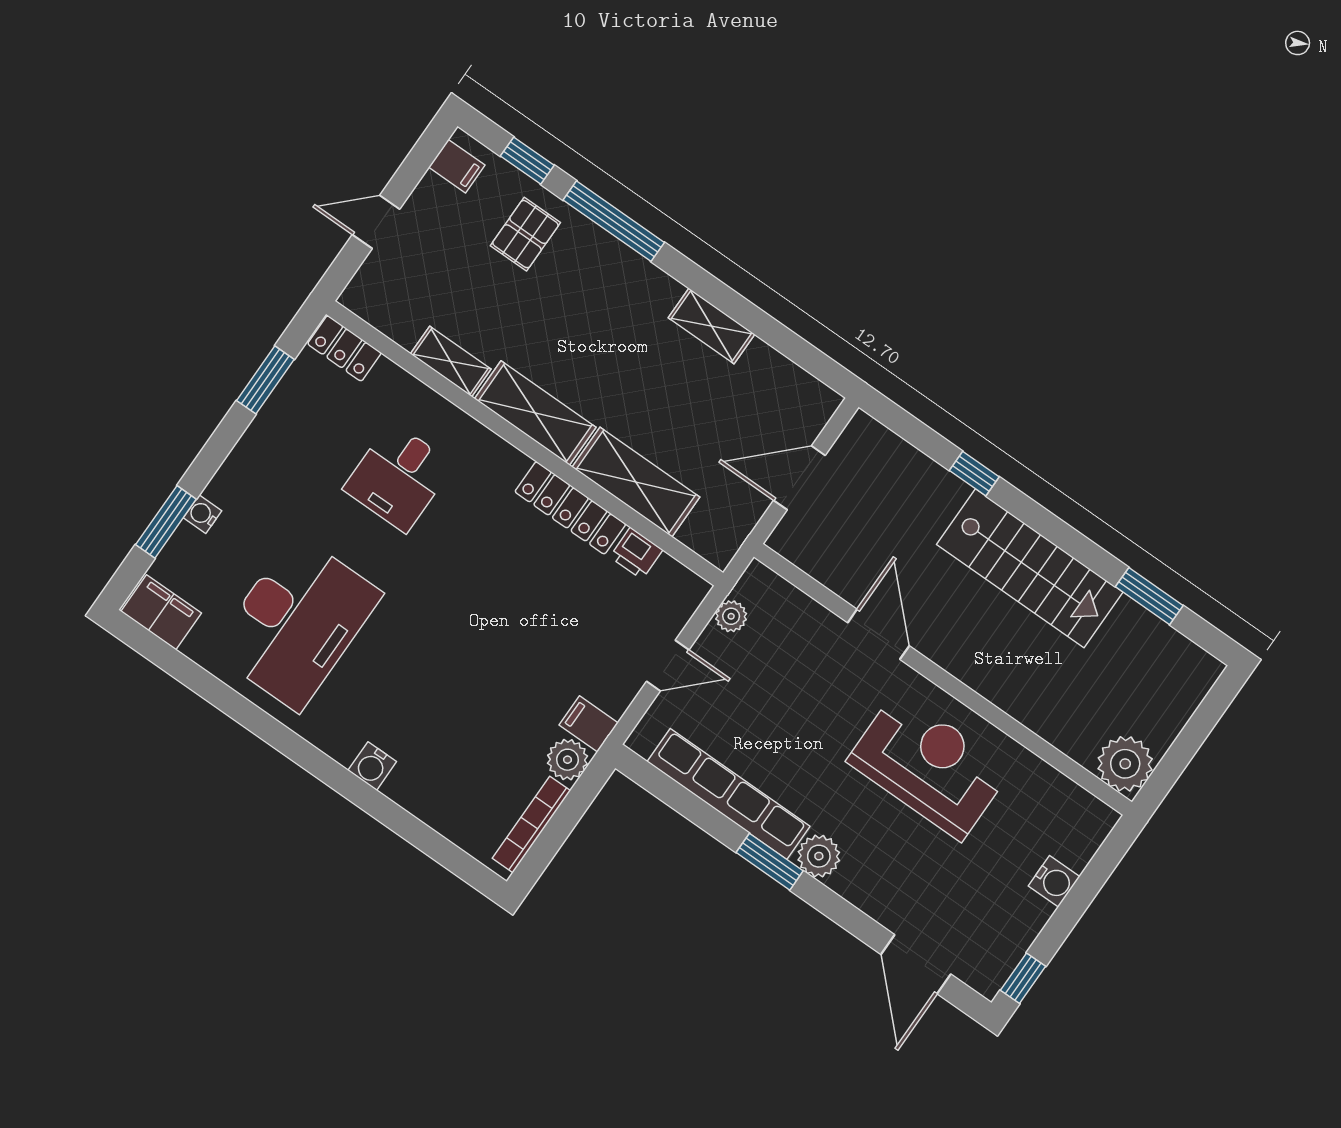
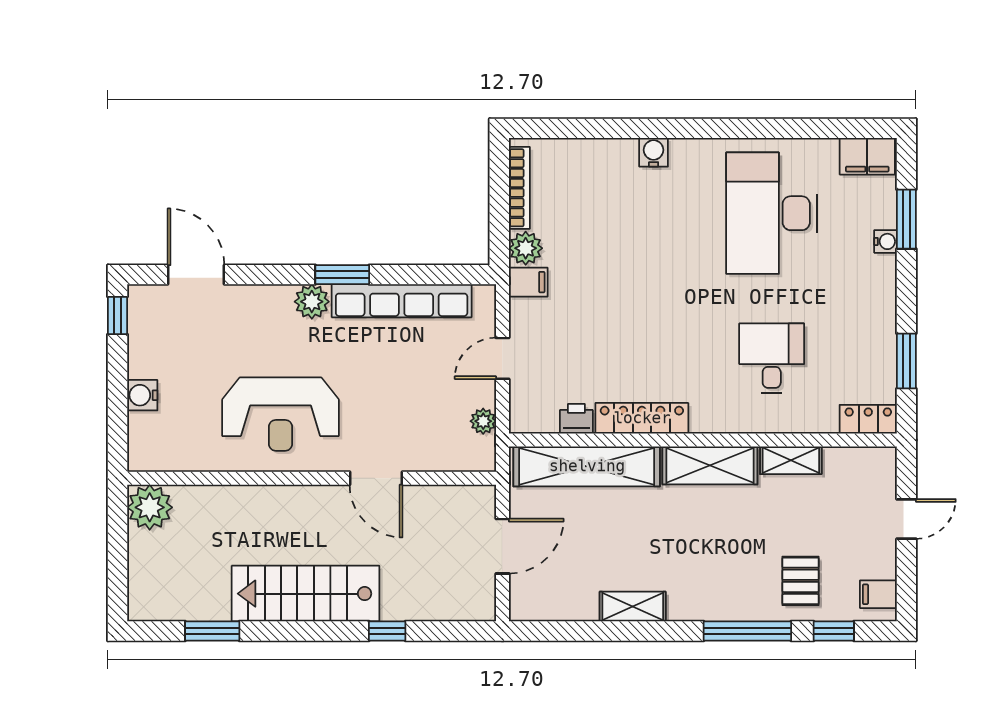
shelving: (636, 482) -> (587, 466), width x1.47

